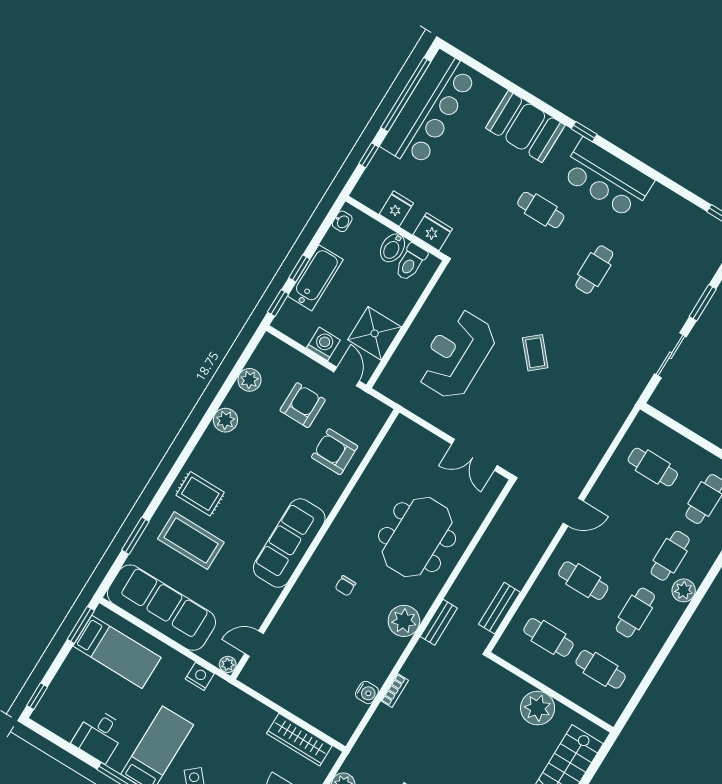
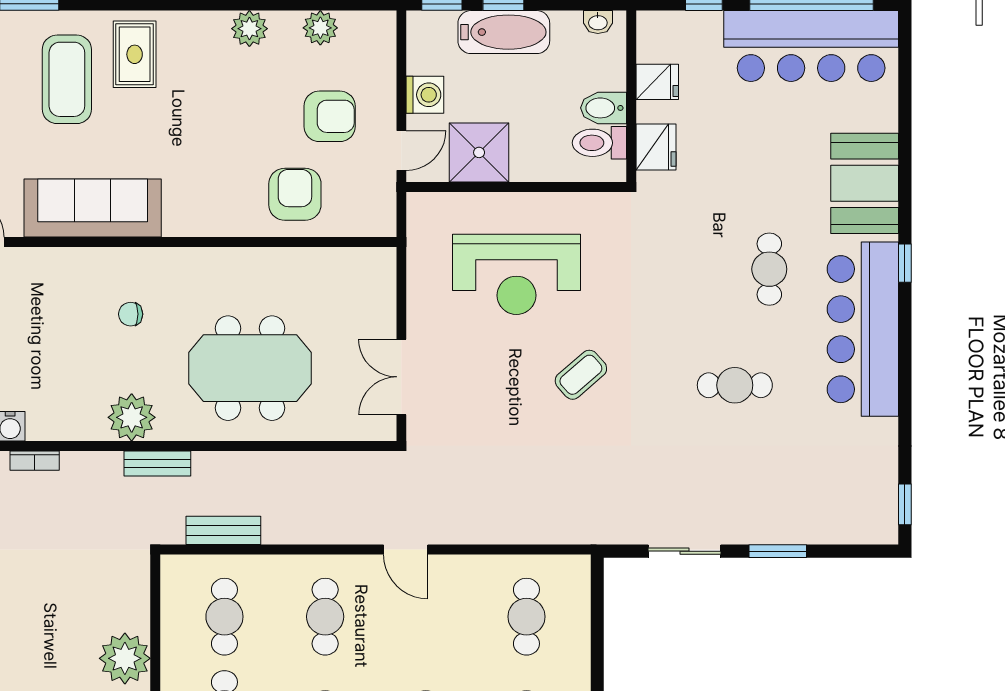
bar counter: (607, 178) -> (863, 329), width x1.36
reception desk: (456, 354) -> (516, 274), turned 180
sofa: (289, 543) -> (93, 208), moved

